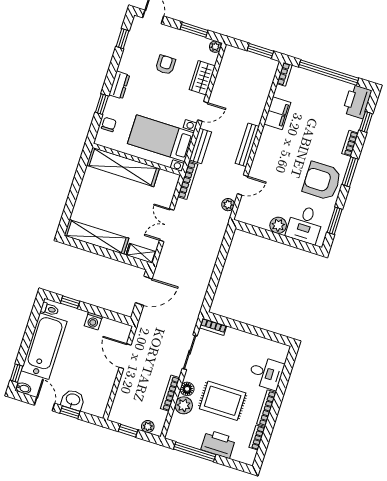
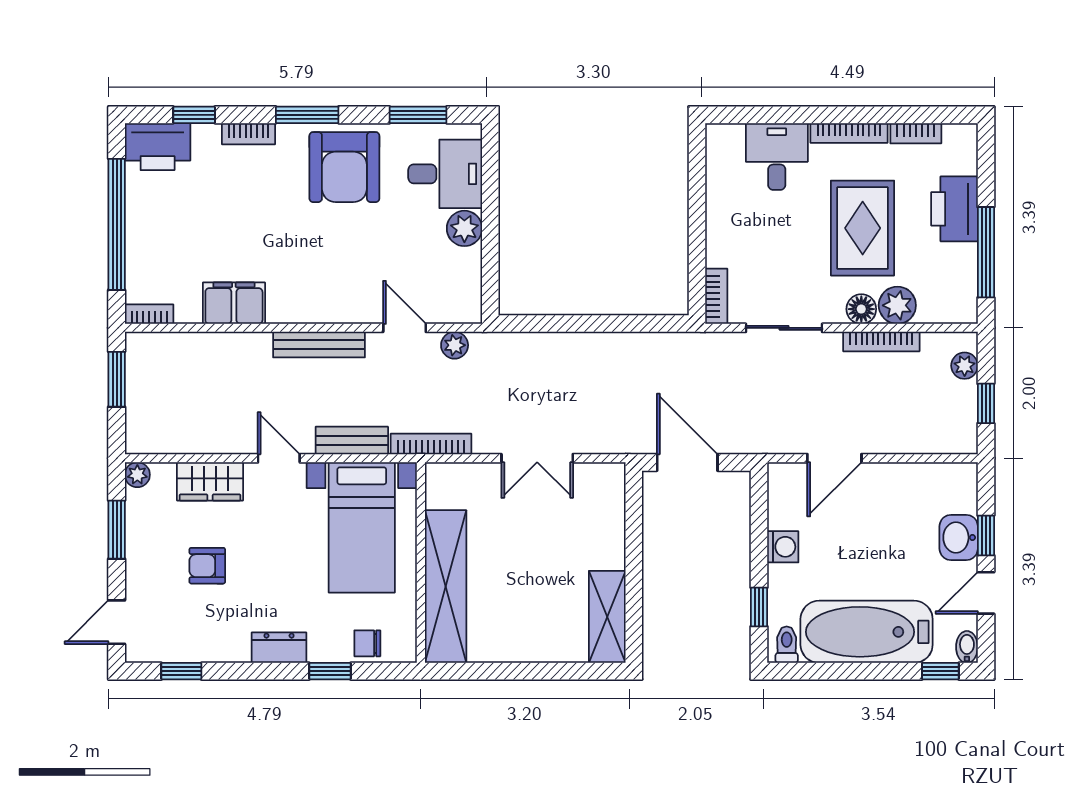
shelving: (96, 237) -> (607, 617), width x0.68
shelving: (141, 253) -> (612, 492), removed

